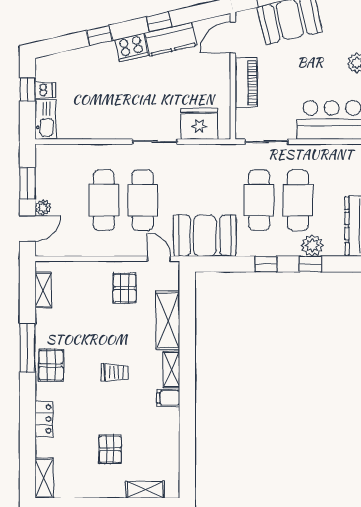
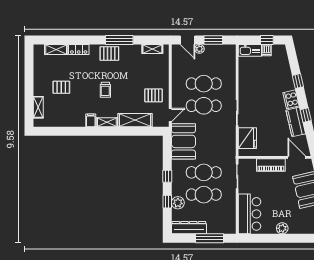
shelving: (44, 478) -> (56, 49), moved

